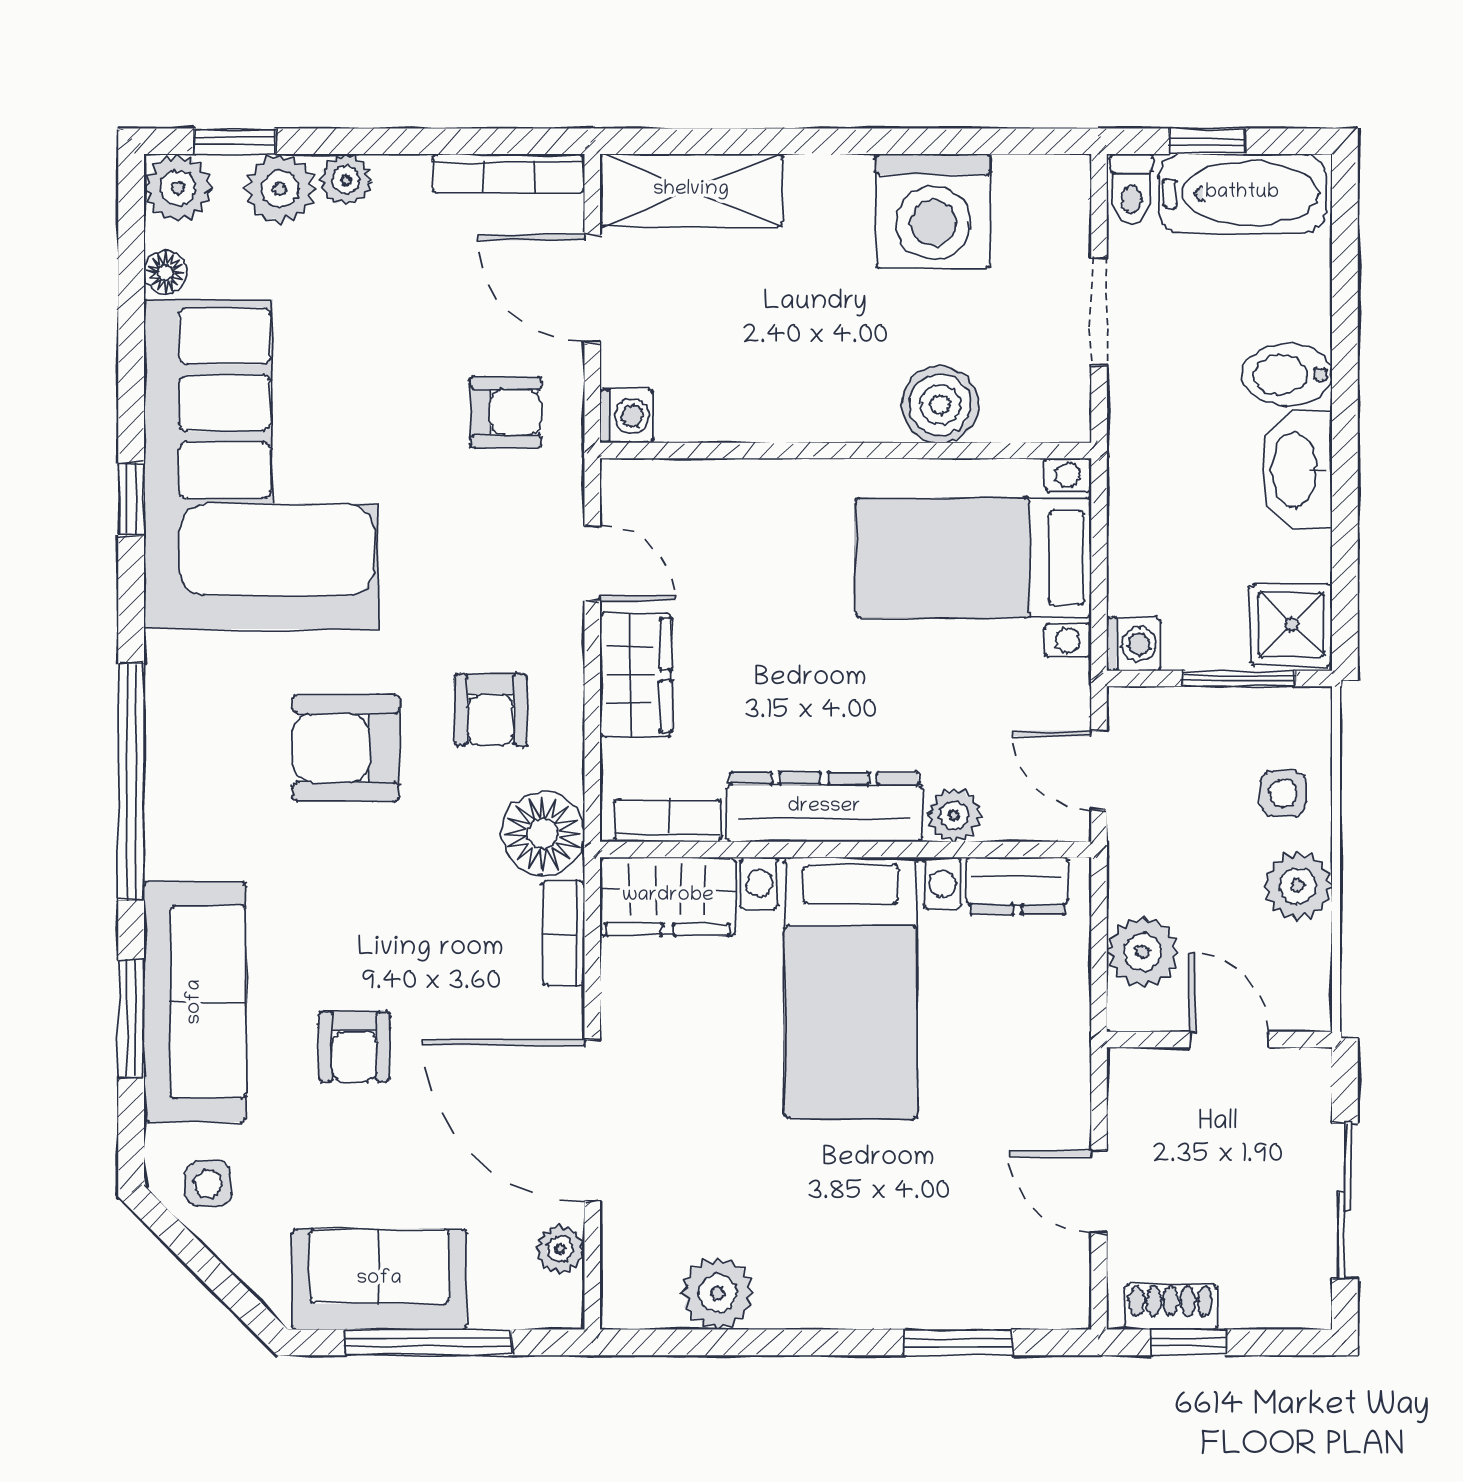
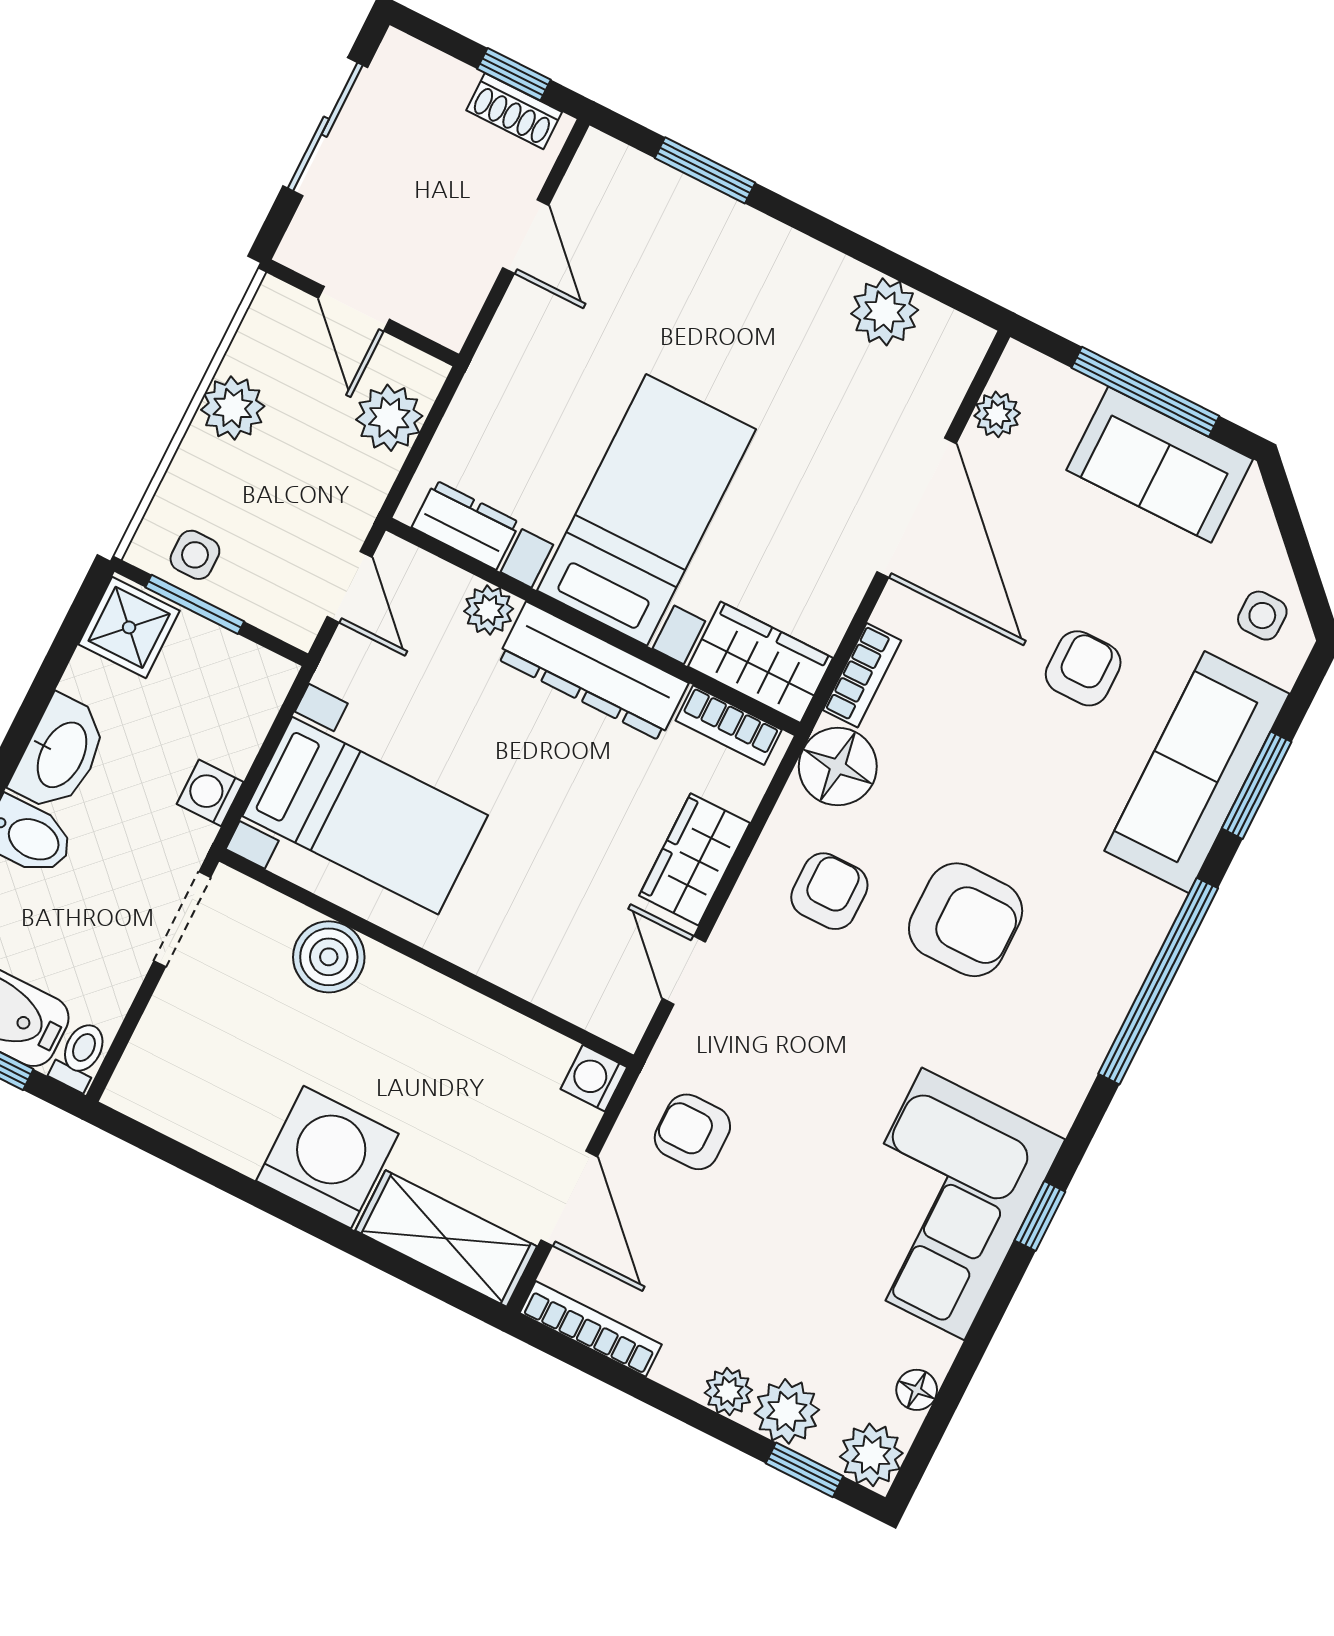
washing machine: (933, 211) -> (327, 1157), moved
doorway: (1099, 312) -> (182, 919), moved
corner sofa: (261, 464) -> (943, 1204), width x0.73, depth x0.74
washing machine: (1134, 644) -> (210, 793), moved
side table: (1283, 793) -> (195, 555), moved

